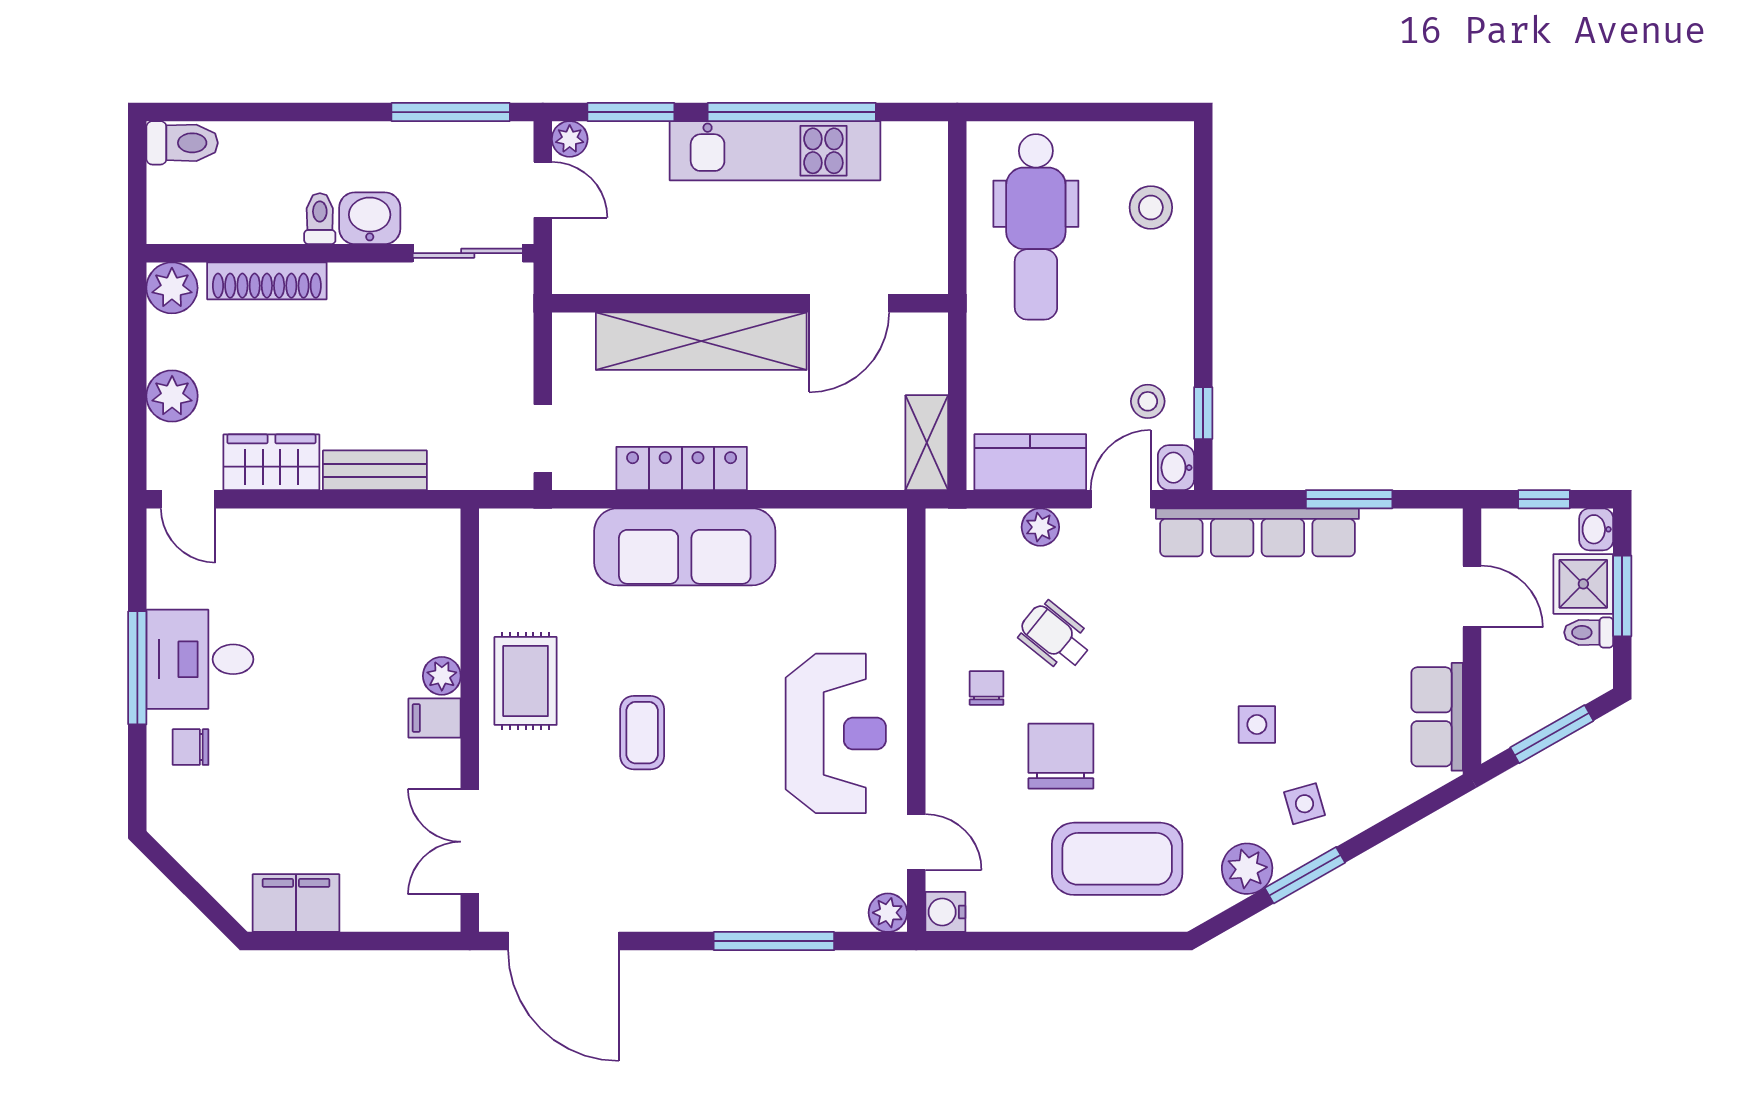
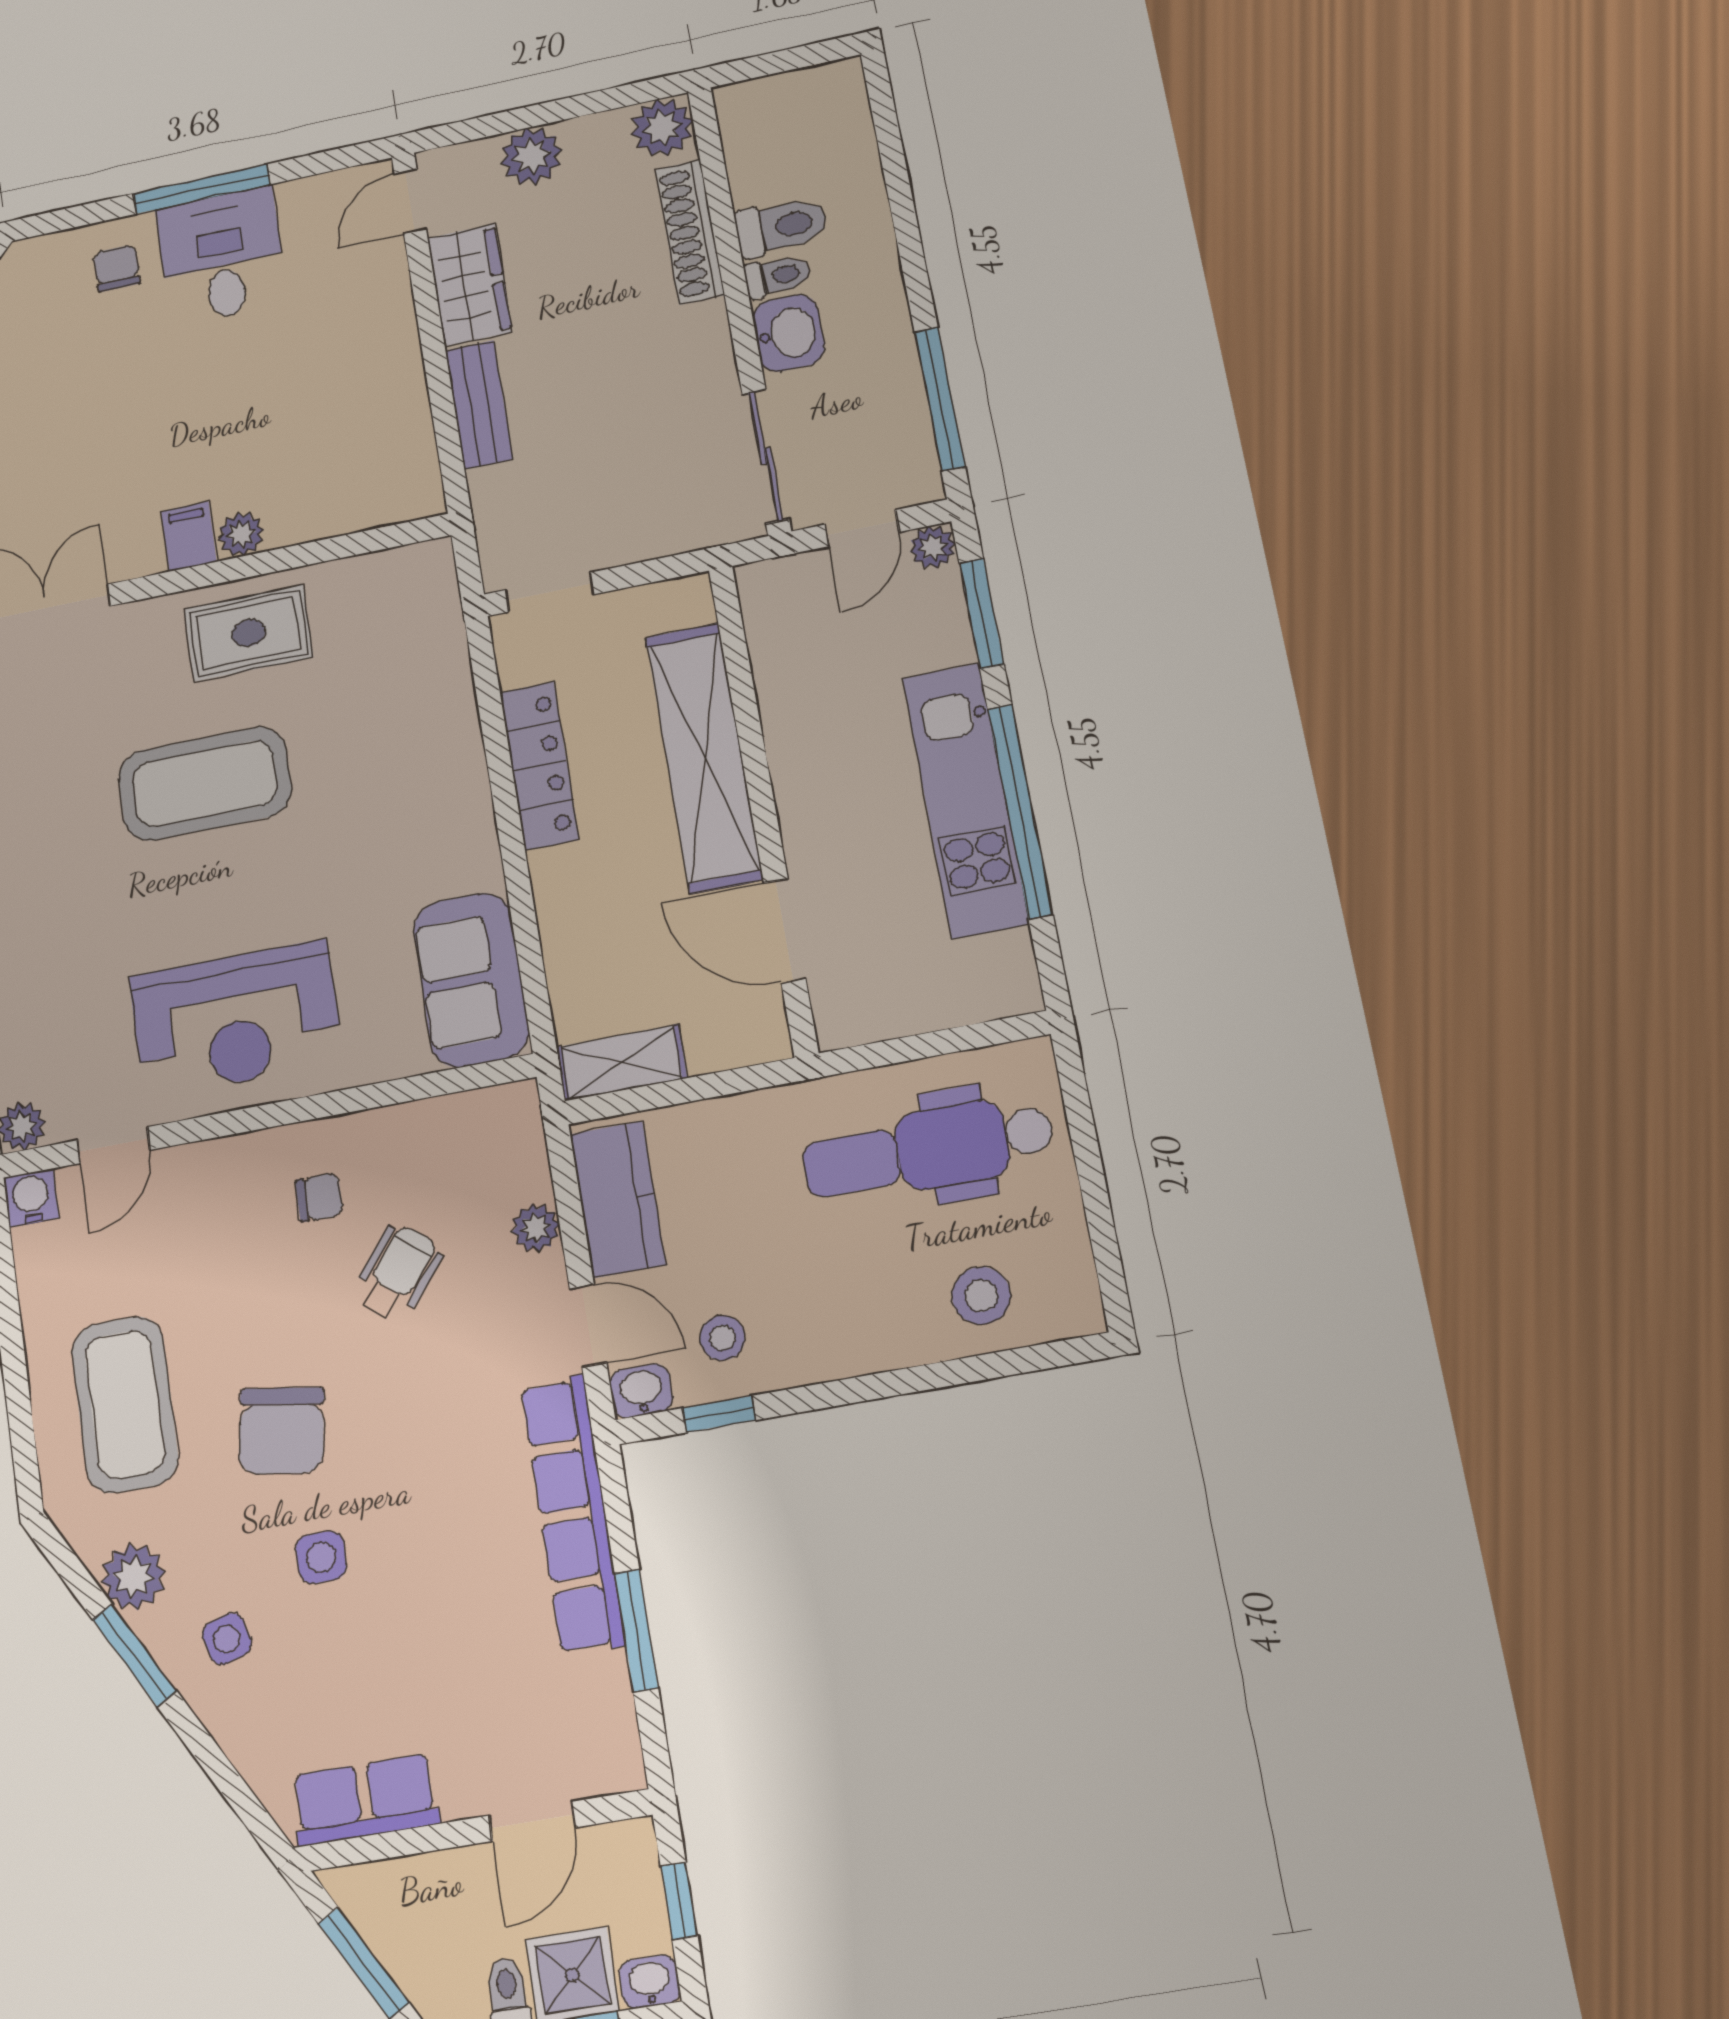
toilet: (182, 143) -> (782, 227), moved, turned -90
sofa: (685, 547) -> (471, 980), moved, width x0.73
coffee table: (642, 733) -> (205, 784), width x1.86, depth x1.72
chair: (1061, 756) -> (281, 1431), moved, turned 99

